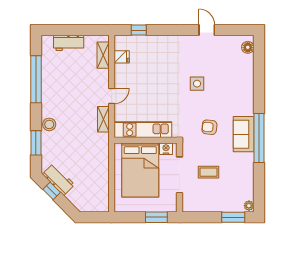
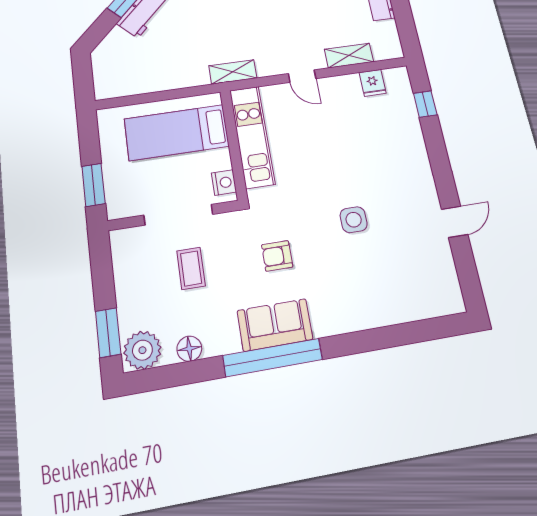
floor lamp: (248, 47) -> (189, 349), moved
shelving: (103, 55) -> (349, 56), moved
shelving: (103, 119) -> (233, 72), moved
armchair: (209, 127) -> (277, 256), turned -96
bed: (140, 170) -> (177, 133), width x0.67
plant: (249, 206) -> (142, 350), width x1.87, depth x1.87

